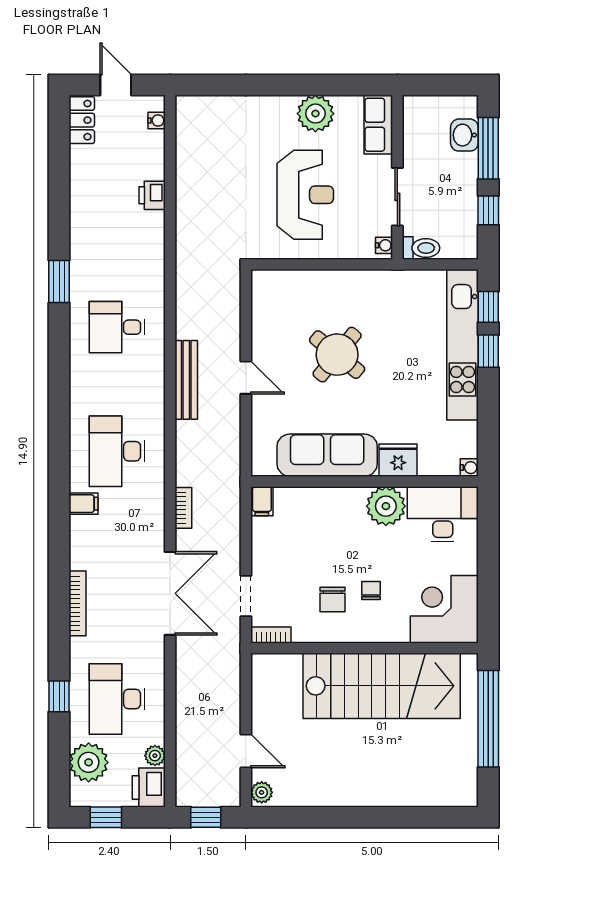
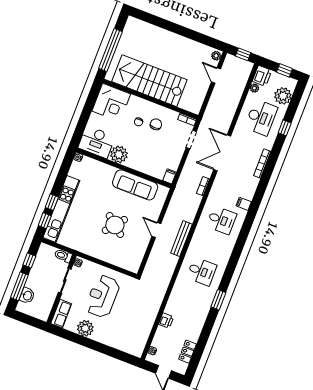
locker: (82, 120) -> (188, 352), moved
desk: (117, 451) -> (221, 220), width x0.73
fridge: (398, 460) -> (107, 172), removed

